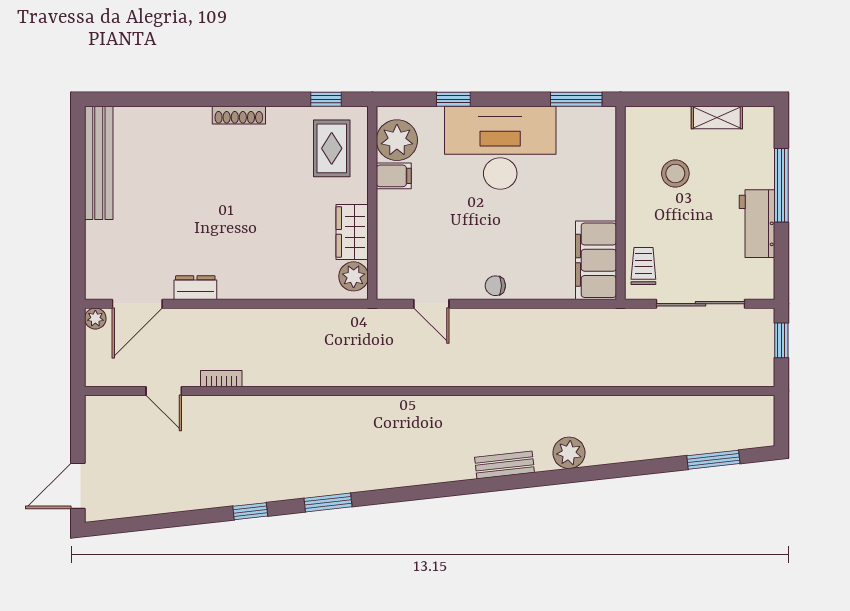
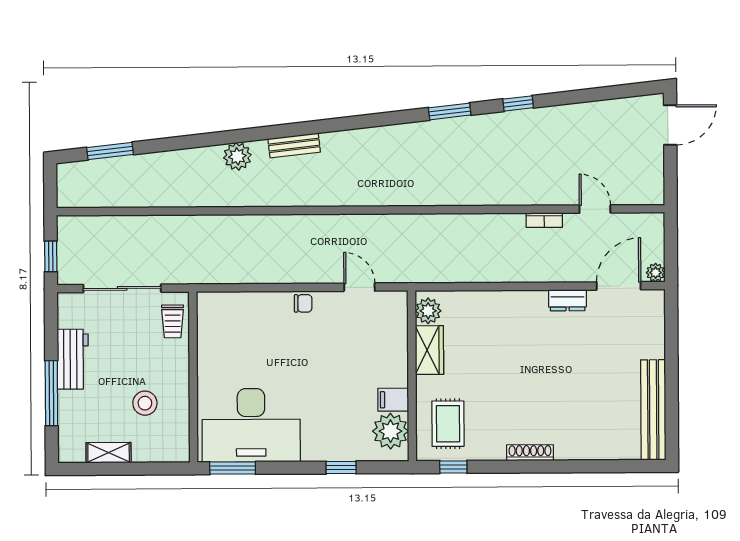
desk: (500, 148) -> (251, 425), moved
filing cabinet: (596, 260) -> (214, 326), removed

